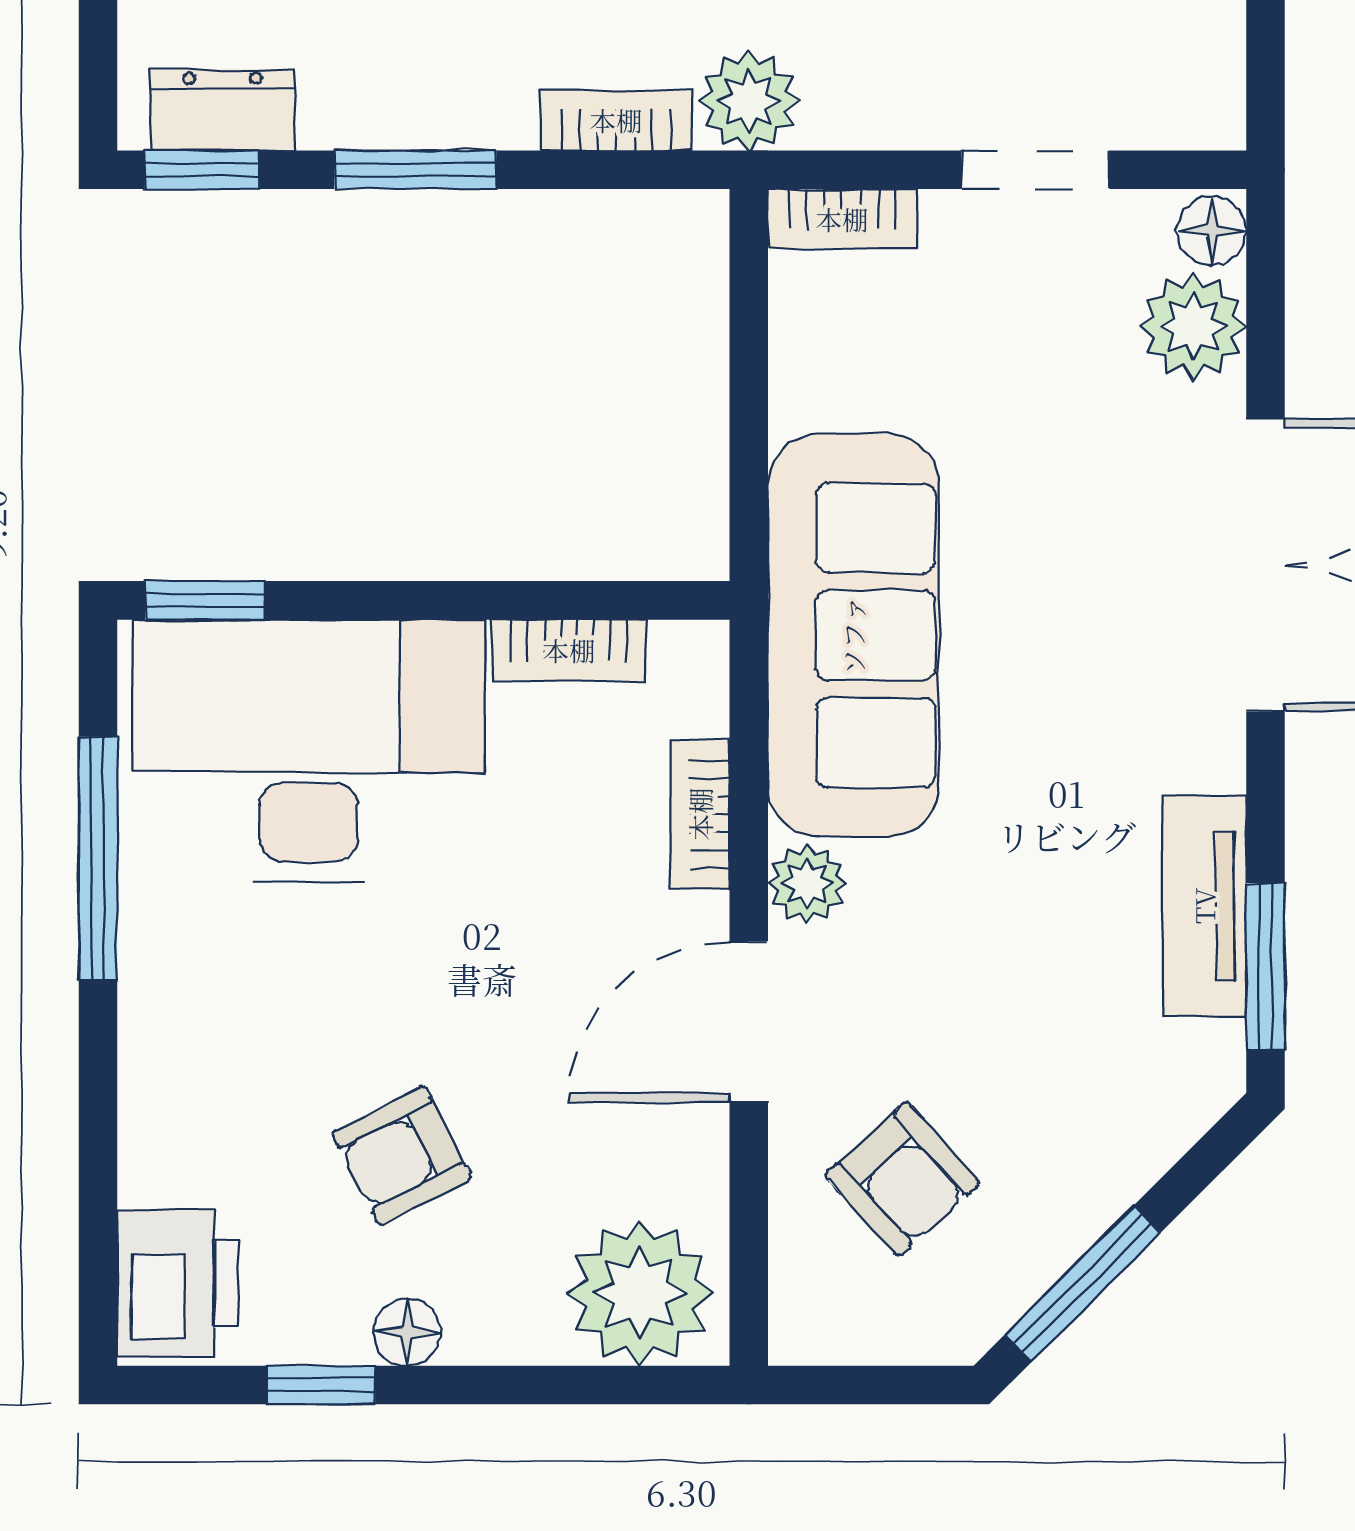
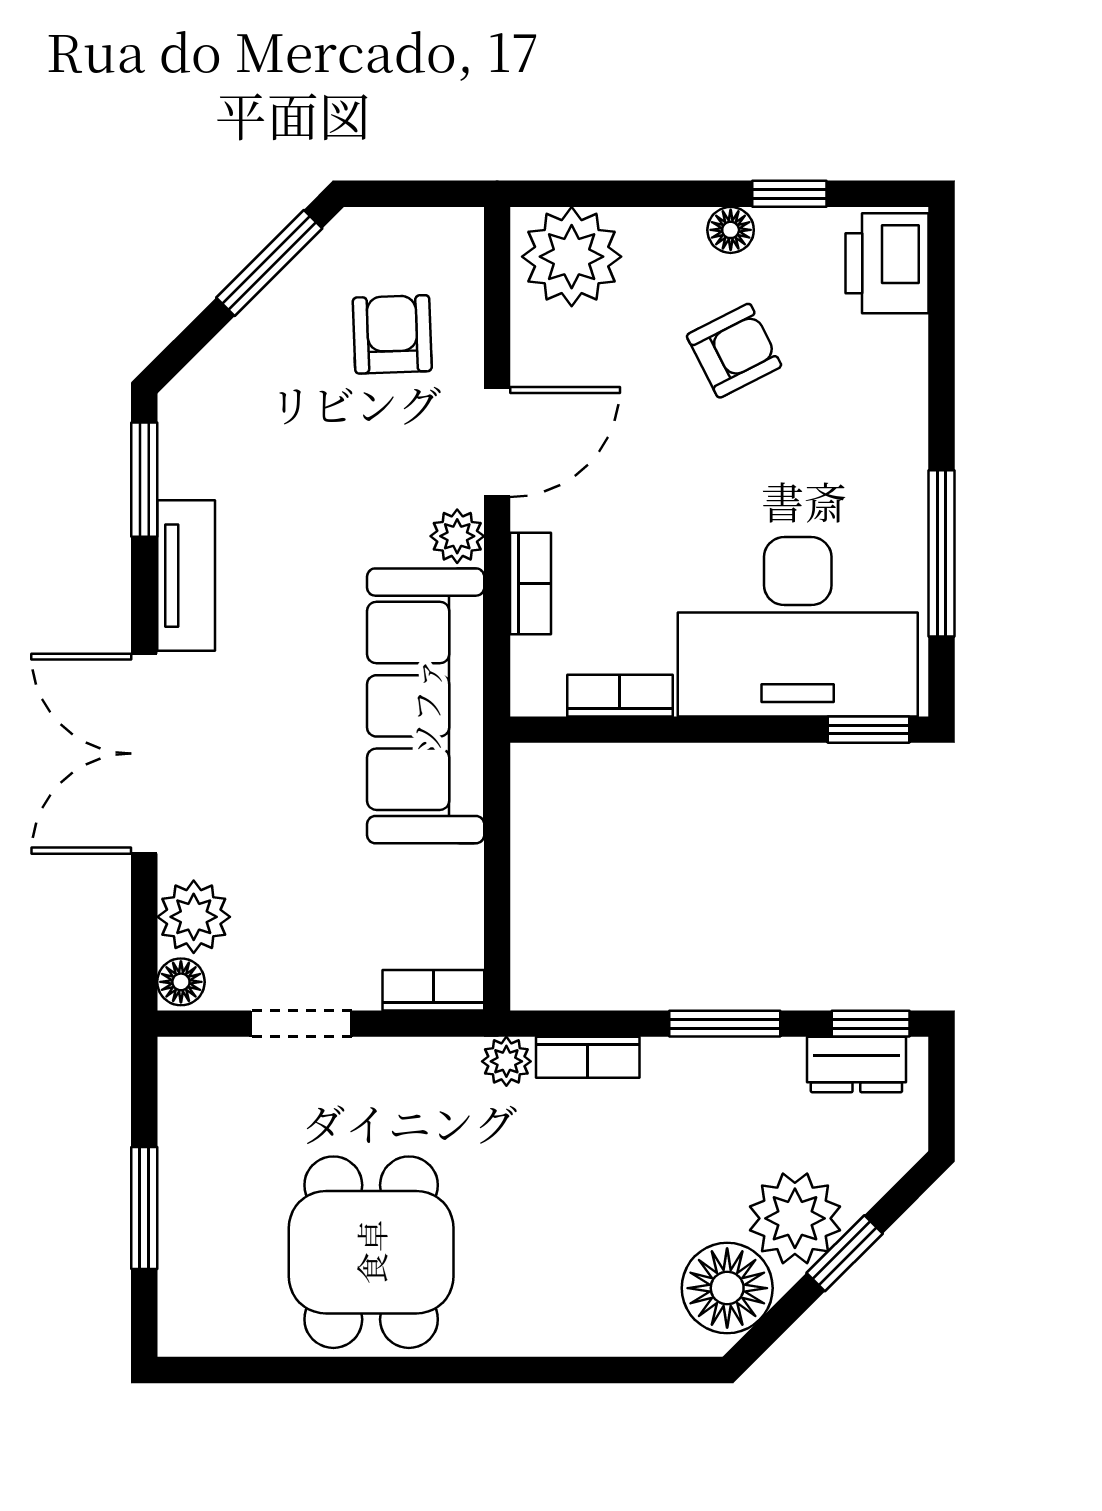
plant: (749, 101) -> (506, 1061), width x0.73, depth x0.73
tv unit: (1204, 906) -> (186, 576), moved
armchair: (902, 1179) -> (392, 334), turned 40

